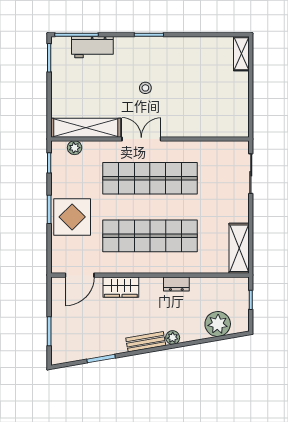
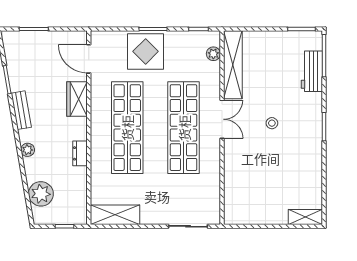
bench: (146, 342) -> (21, 110), moved

